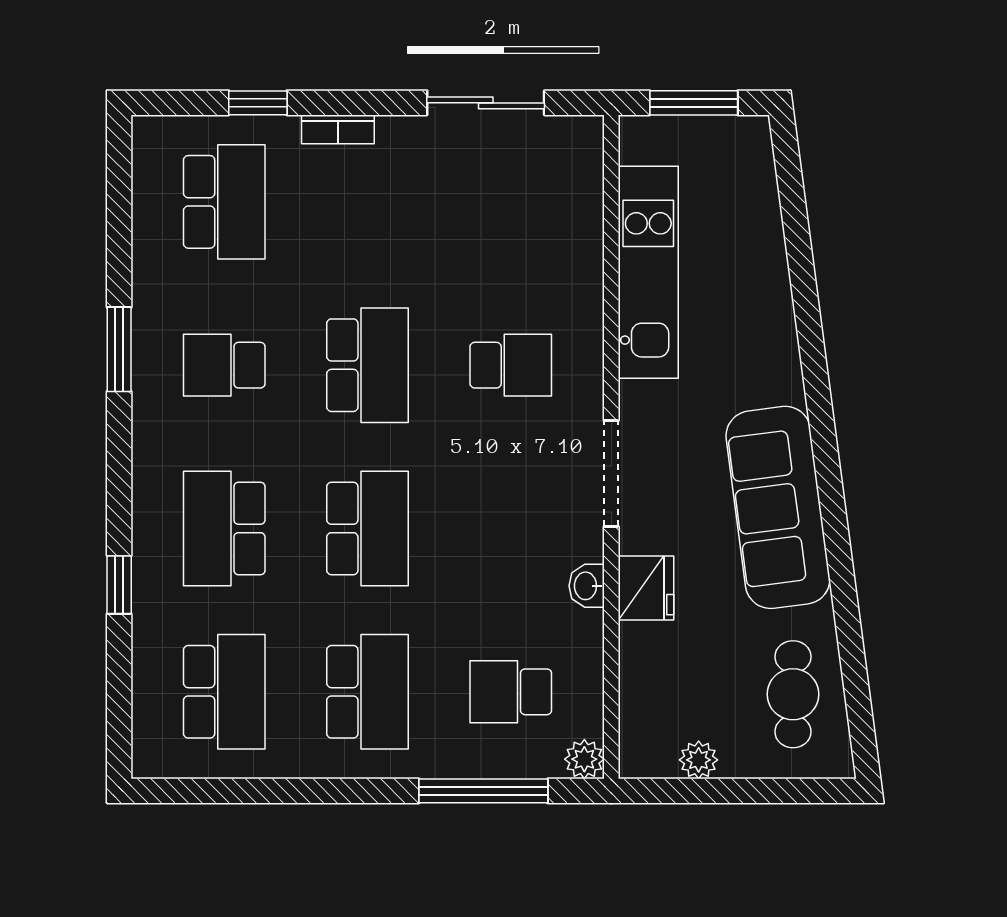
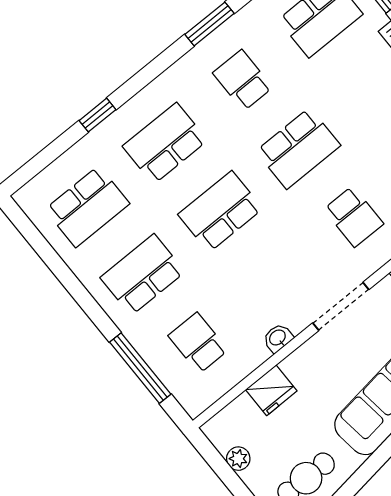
school desk: (368, 528) -> (220, 212), turned 180
fridge: (646, 588) -> (271, 390), moved
school desk: (368, 692) -> (143, 275), turned 180
plant: (584, 759) -> (194, 404), removed

